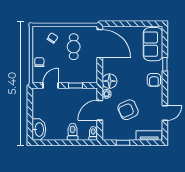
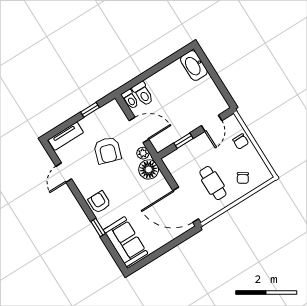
door: (100, 110) -> (139, 130), hinge flipped
armchair: (128, 110) -> (107, 150), turned 132
toilet: (73, 132) -> (143, 94), moved

